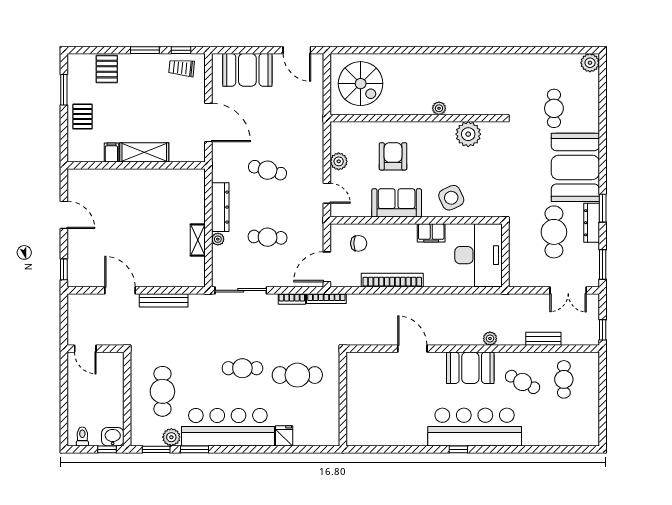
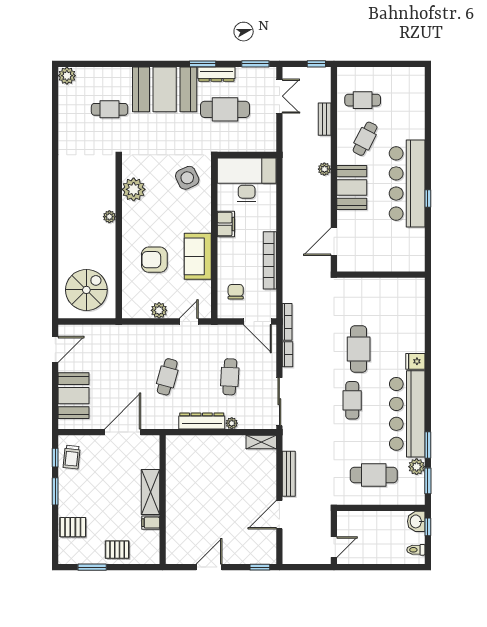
side table: (451, 198) -> (187, 178), moved
shelving: (198, 240) -> (261, 442), moved
wall: (343, 399) -> (381, 275), moved

